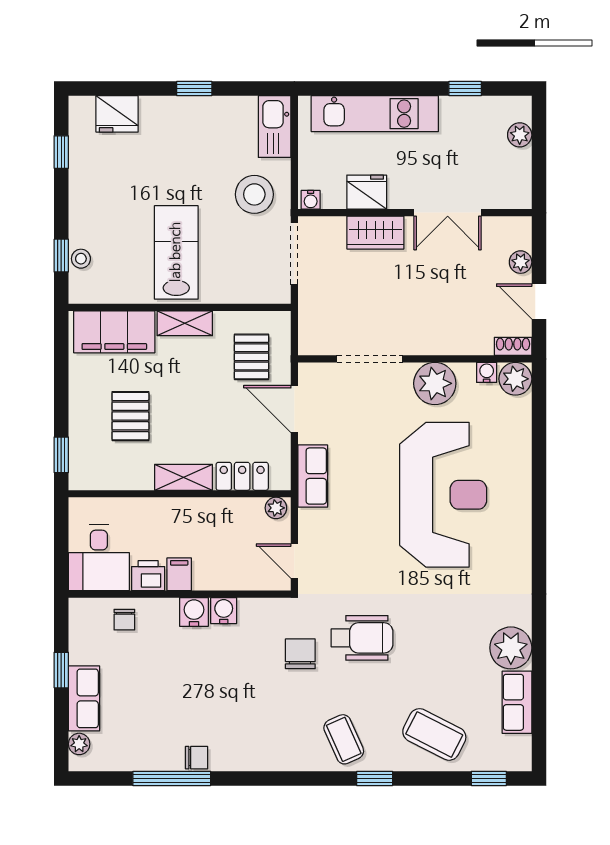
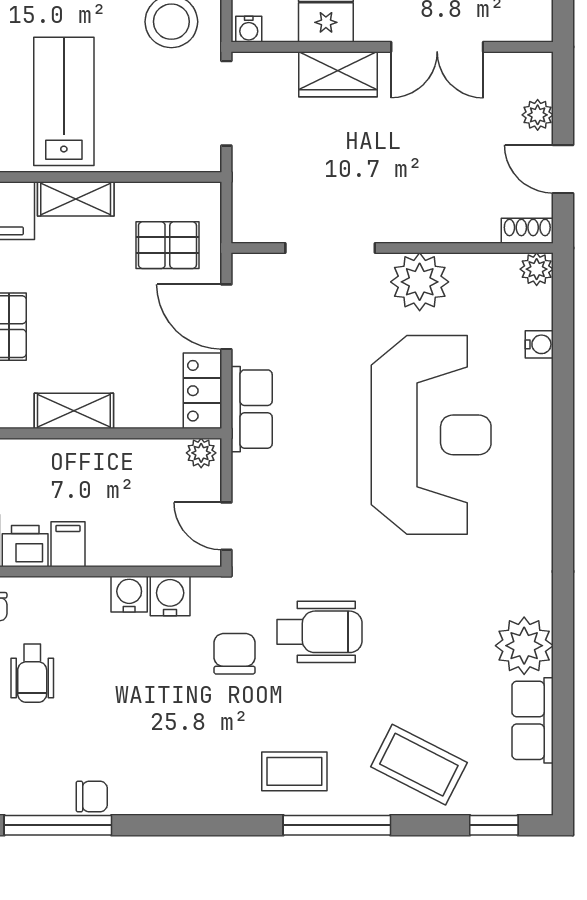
pallet: (252, 357) -> (167, 245), turned 90
water cooler: (487, 372) -> (539, 344), moved, turned 90
plant: (515, 379) -> (537, 269), width x0.73, depth x0.73
locker: (242, 476) -> (202, 391), moved, turned -90
water cooler: (194, 612) -> (170, 596), moved
wheelchair: (153, 668) -> (32, 673), added
coffee table: (344, 739) -> (294, 771), turned -66
window: (375, 778) -> (337, 825), width x2.17

